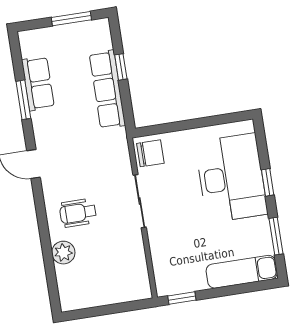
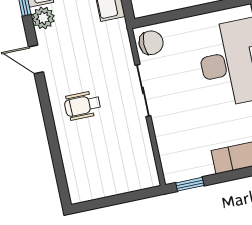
plant: (63, 253) -> (43, 18), moved

